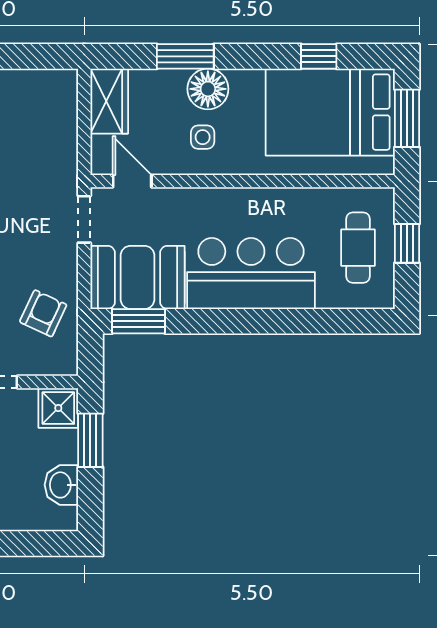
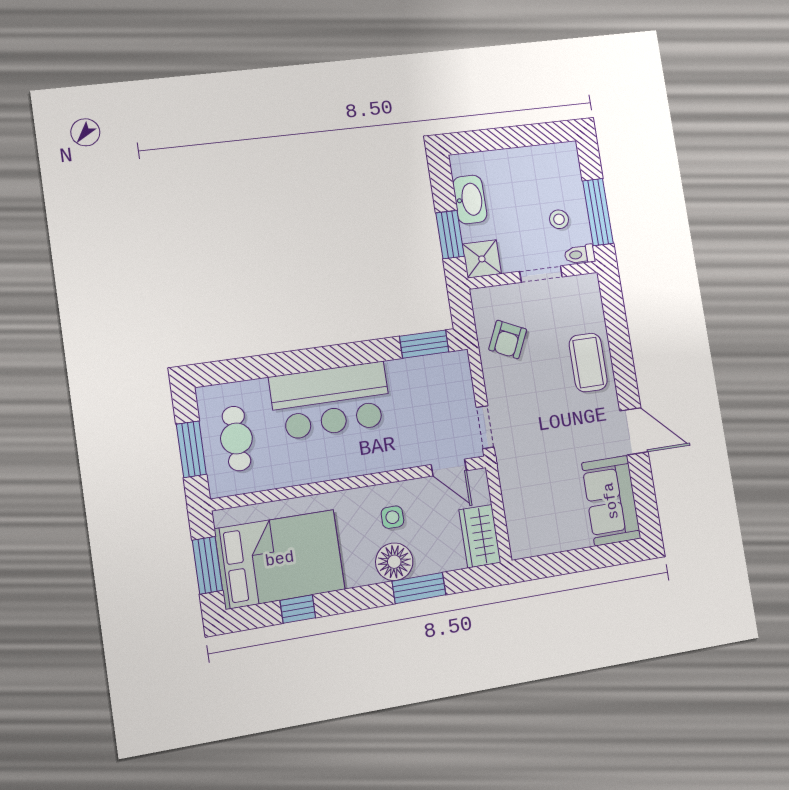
window: (407, 243) -> (191, 449), width x1.50
booth: (137, 277) -> (431, 383), removed
washbasin: (61, 485) -> (470, 199), width x1.38

